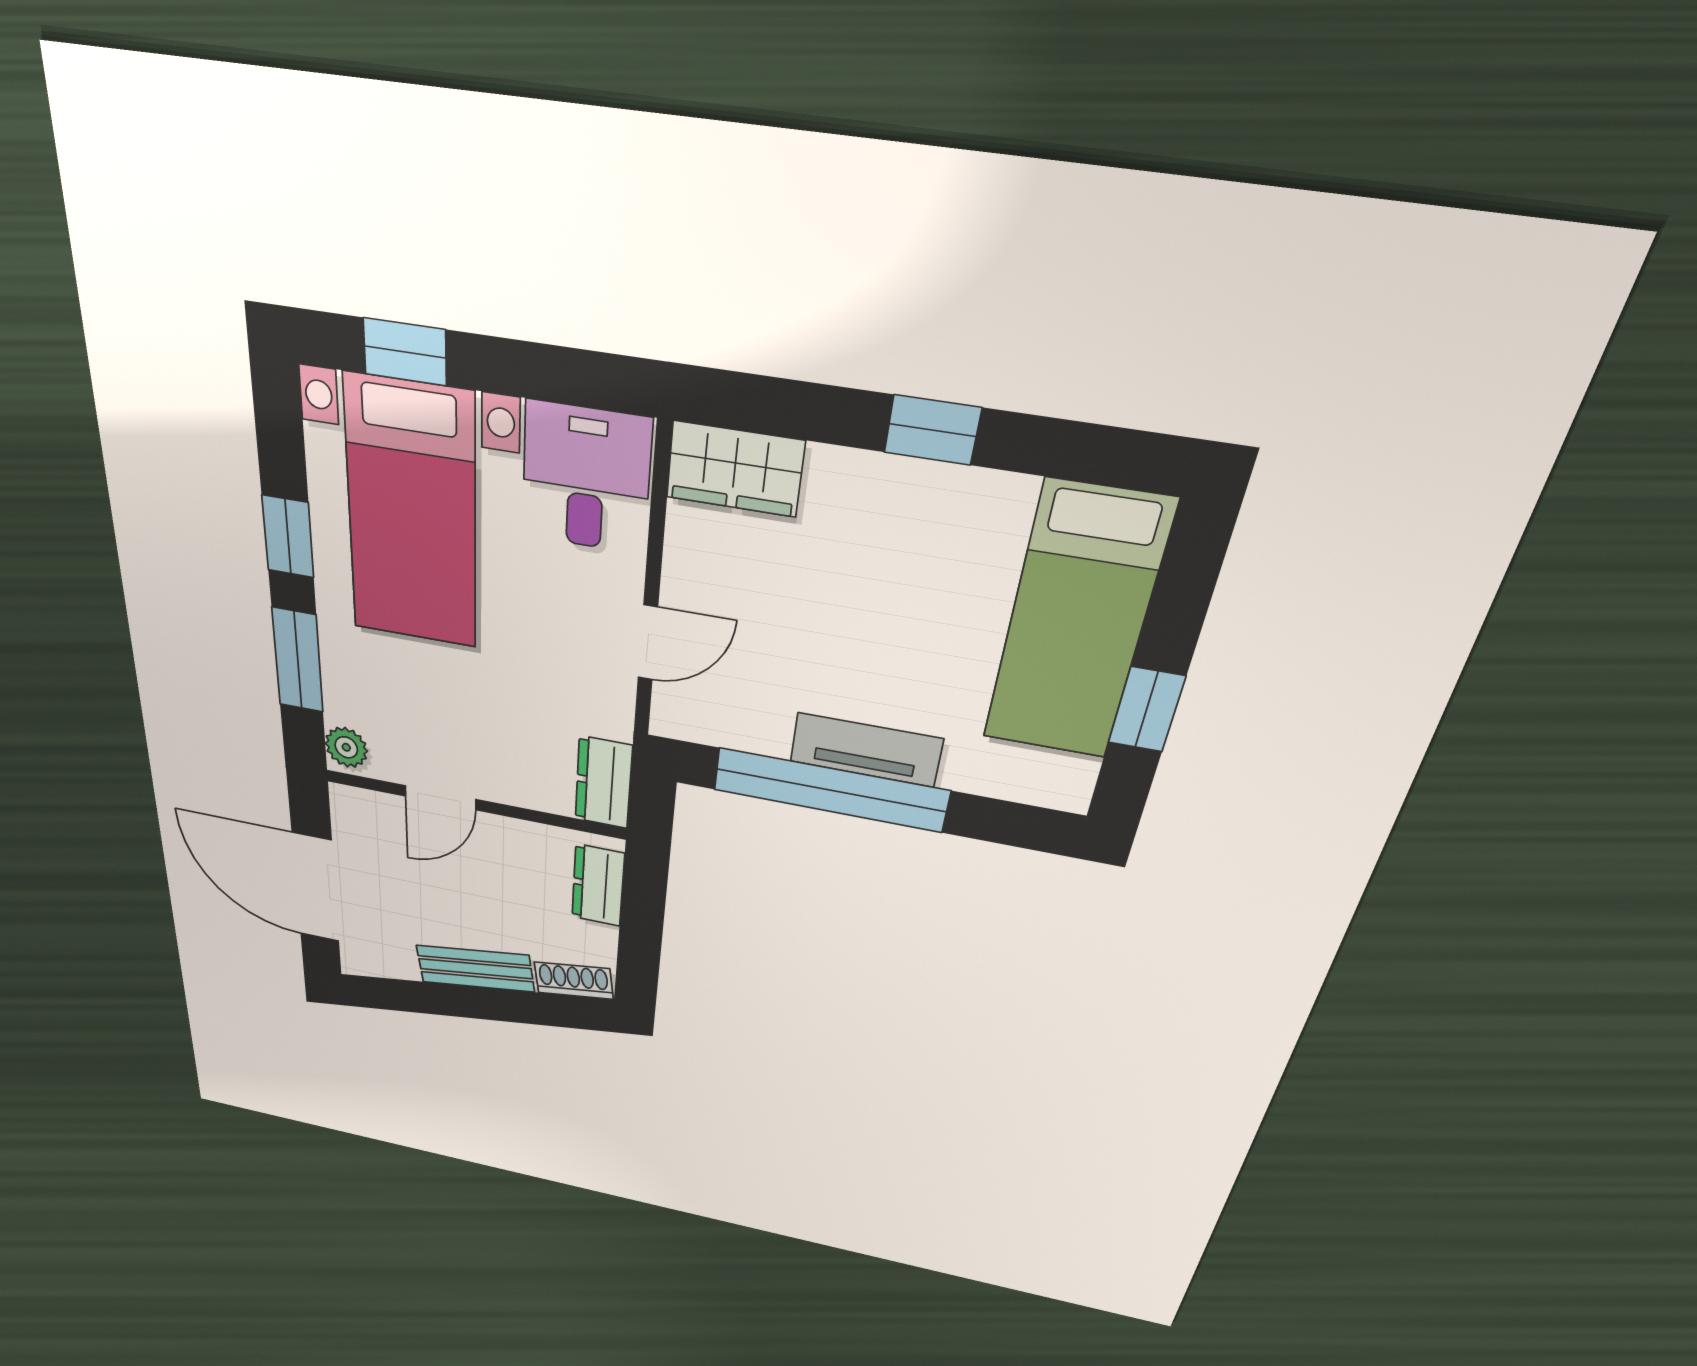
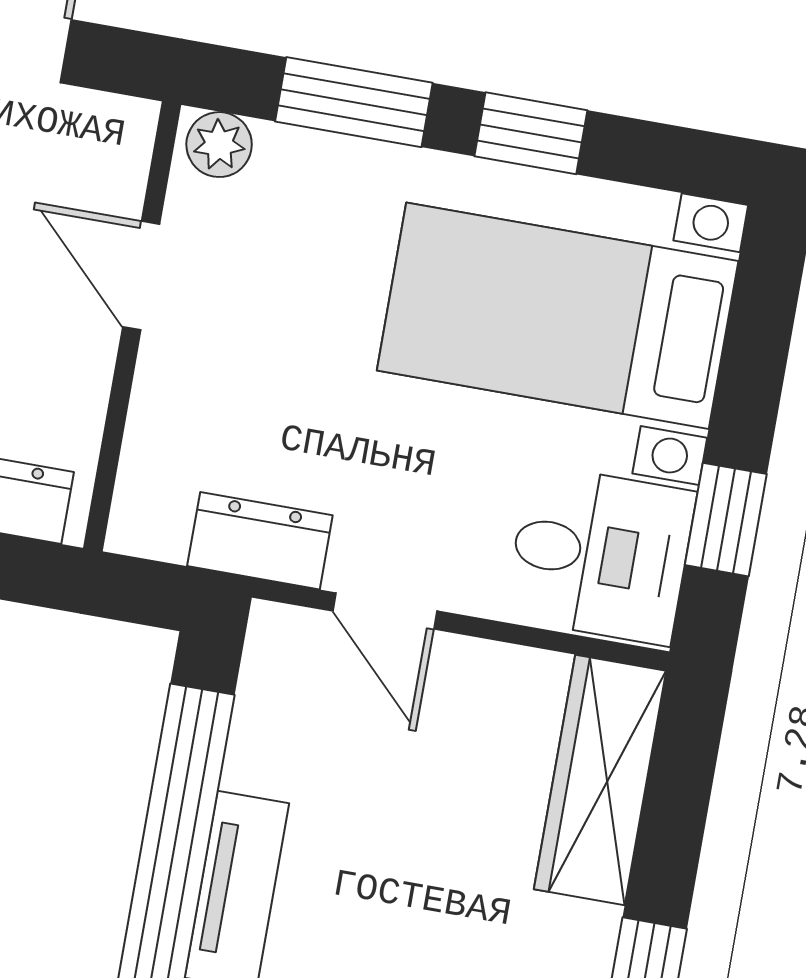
window: (405, 352) -> (726, 520), moved
wardrobe: (735, 469) -> (600, 780), width x1.50
dresser: (603, 783) -> (260, 541), moved

